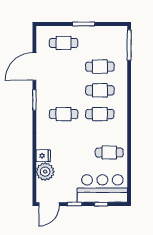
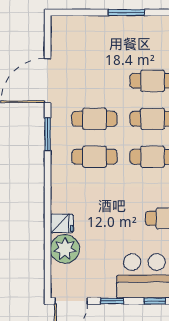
cafe table: (64, 43) -> (94, 119), moved

